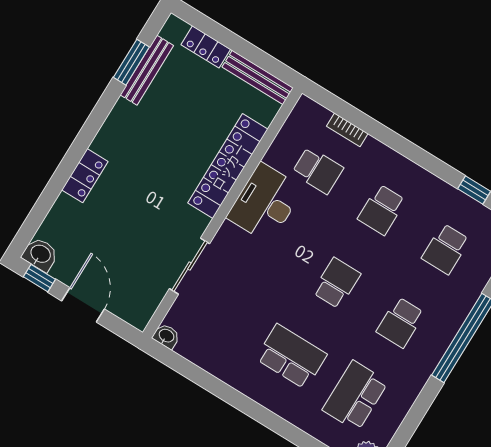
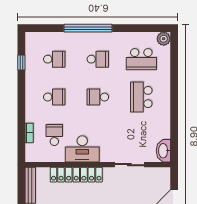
washbasin: (166, 336) -> (163, 151), width x1.91, depth x1.45

